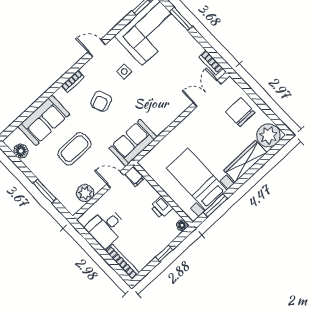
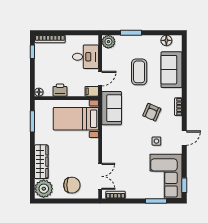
armchair: (101, 101) -> (152, 112), turned -137
bed with nightstands: (197, 179) -> (76, 119), moved, turned 180
plant: (85, 193) -> (108, 42), moved
desk: (106, 228) -> (85, 57), moved, turned 90
window: (164, 253) -> (32, 52), moved

